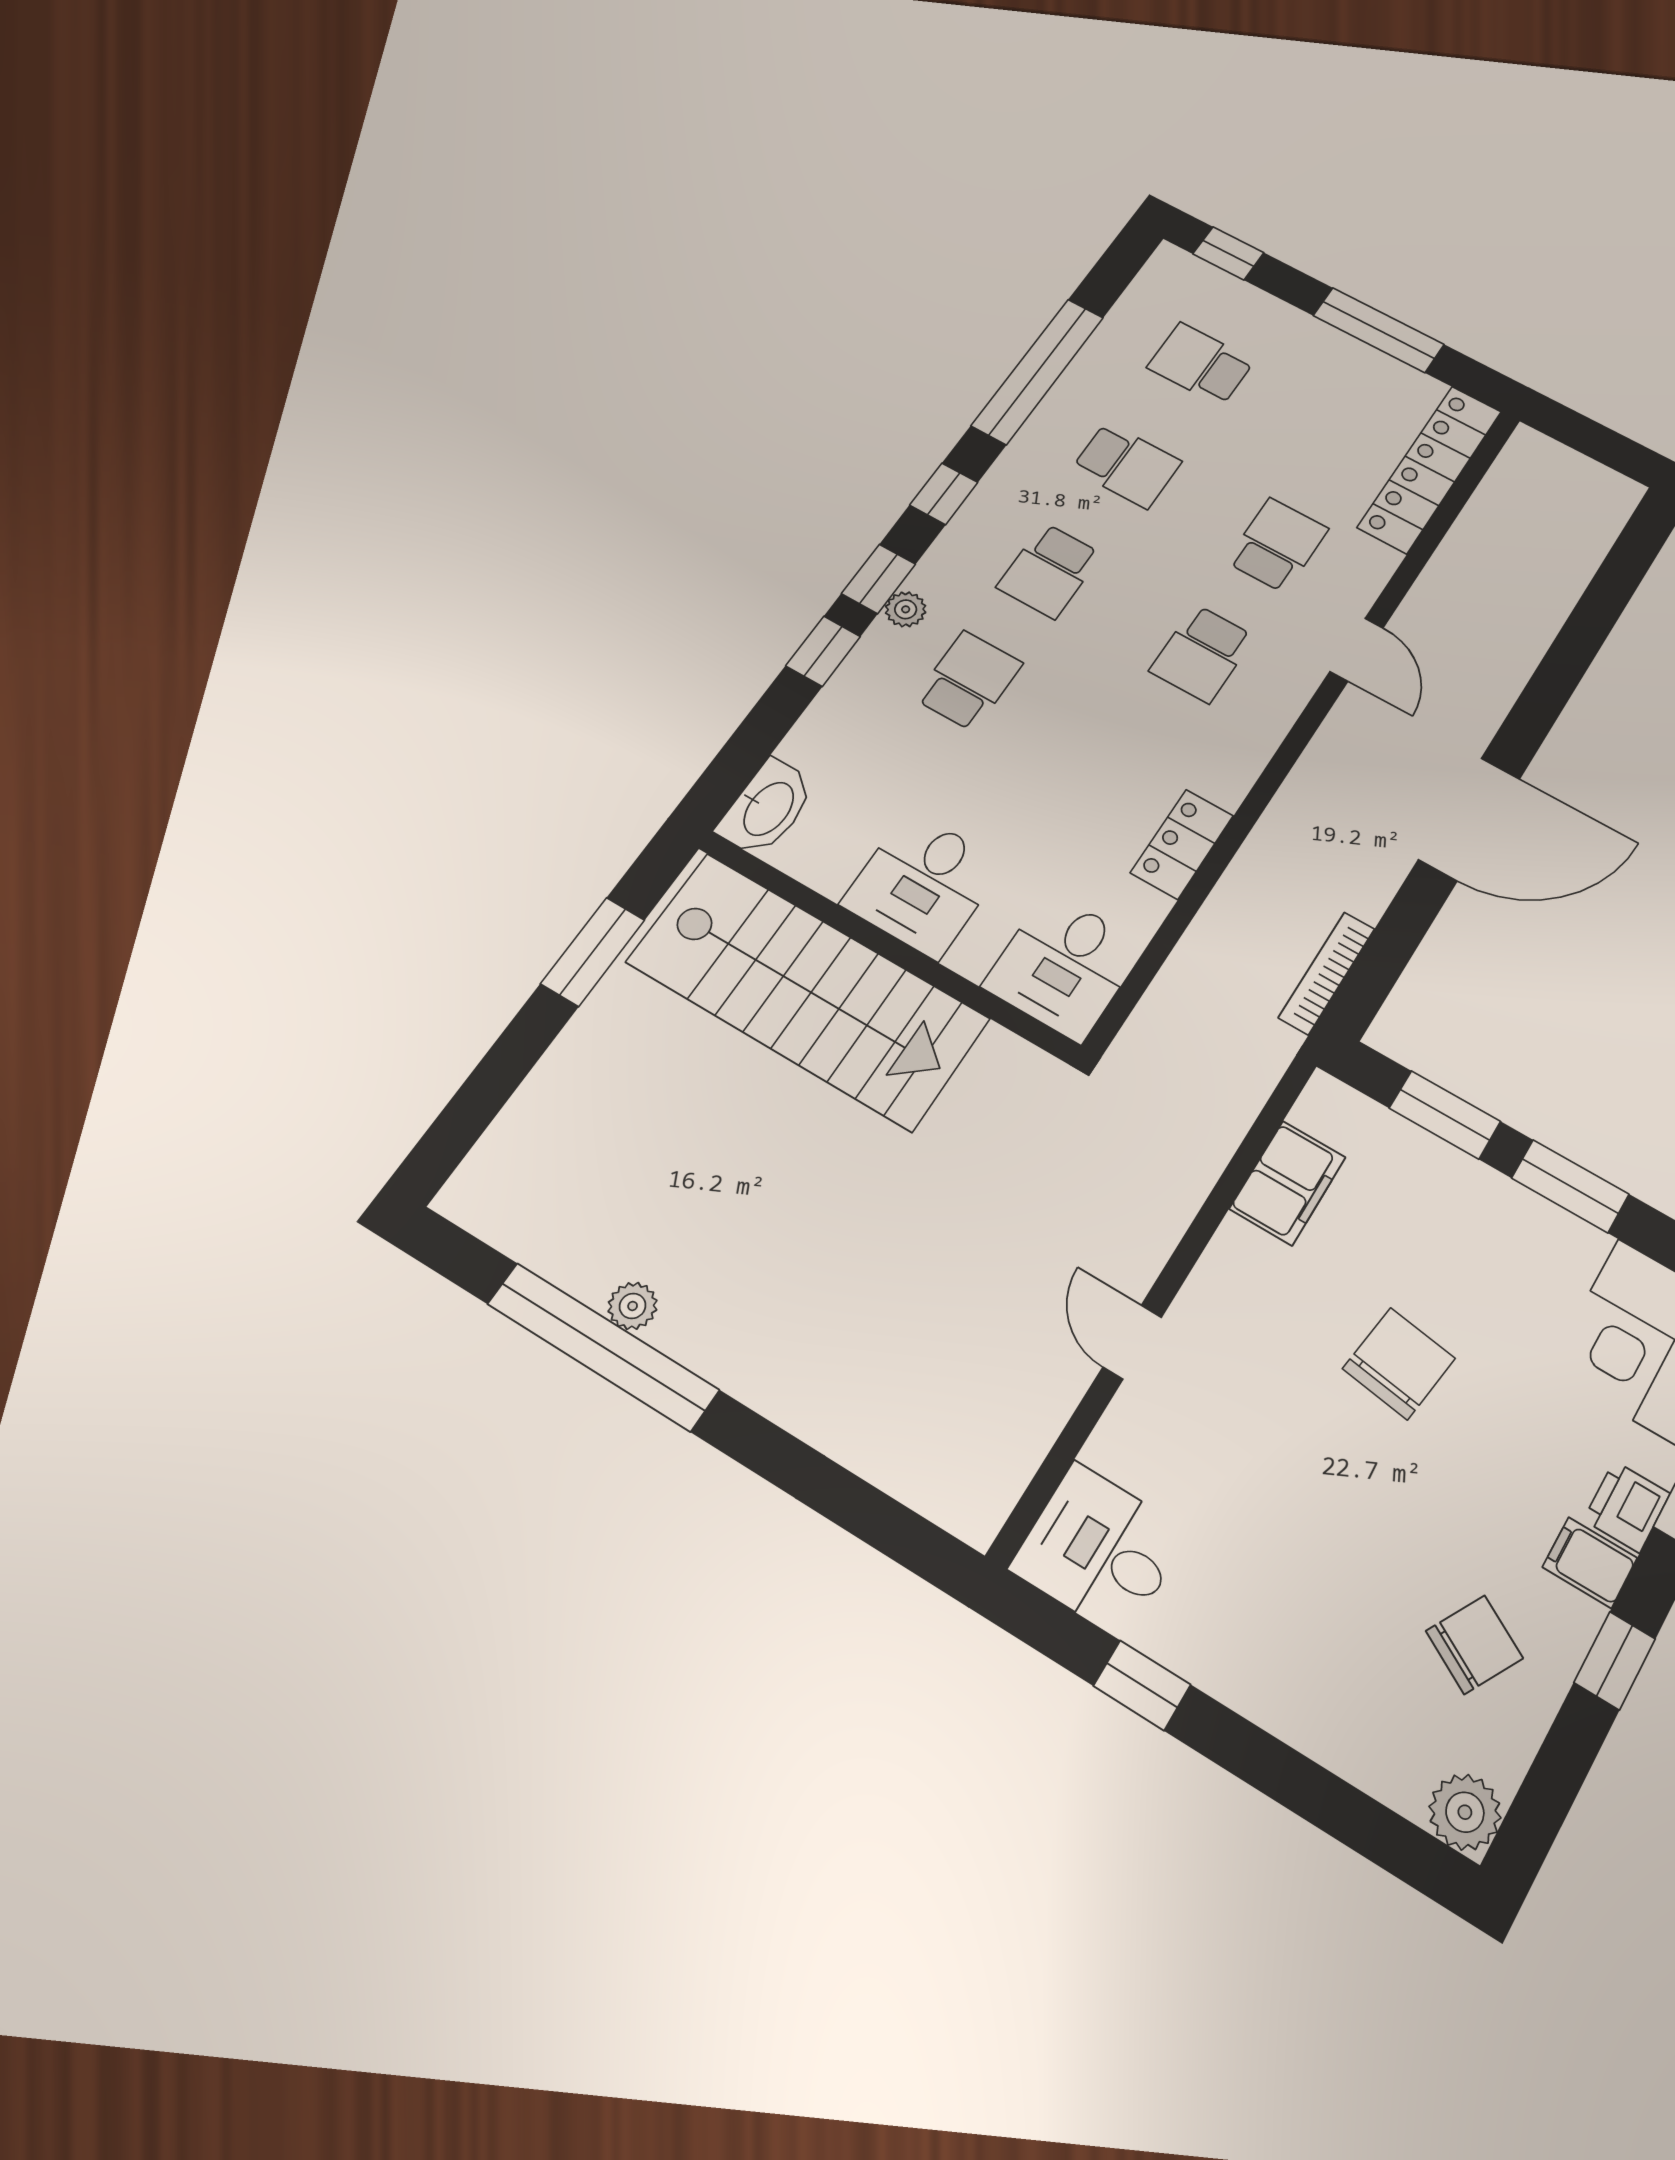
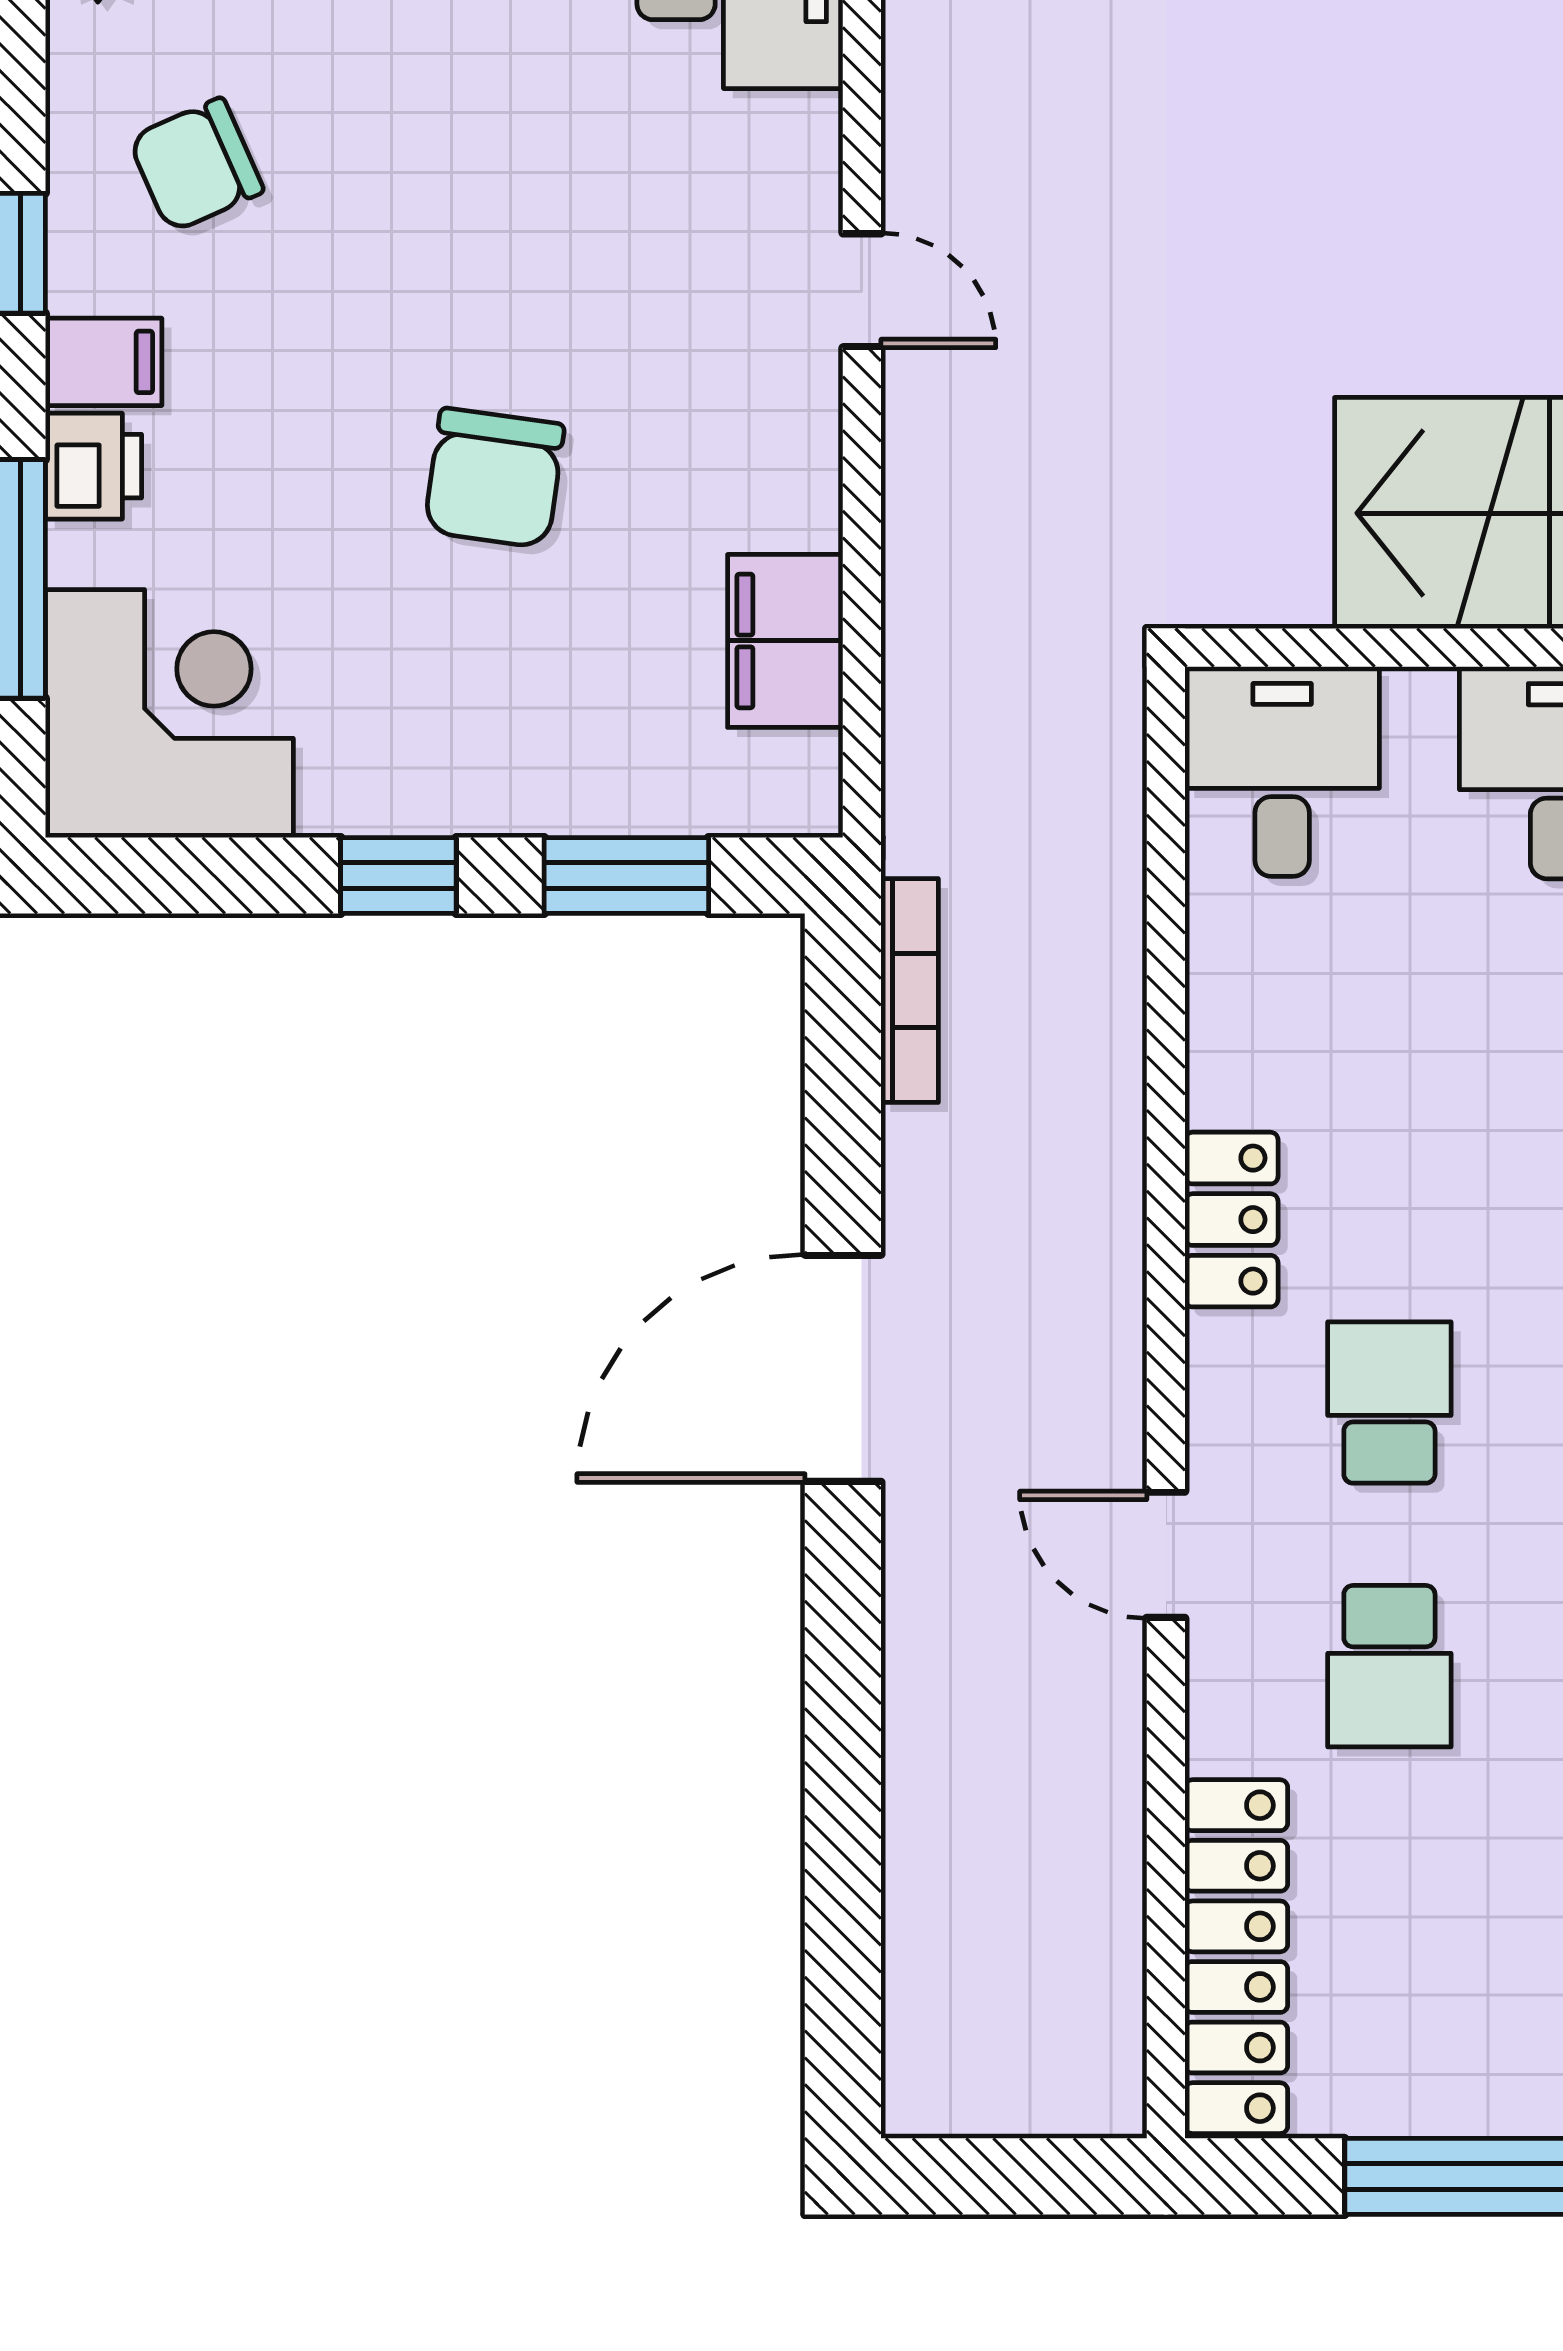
locker: (1182, 844) -> (1231, 1220), moved
window: (1570, 1186) -> (398, 875), width x0.67
chair: (1474, 1645) -> (196, 165), turned 37

